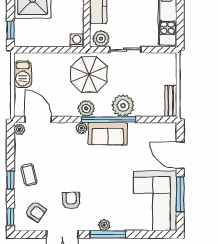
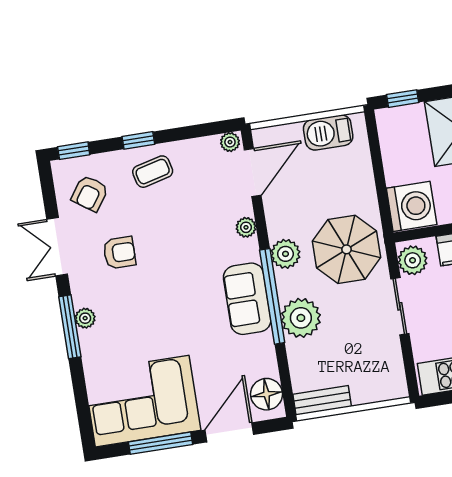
washing machine: (77, 40) -> (412, 206), width x1.89, depth x1.89
plant: (81, 128) -> (246, 227), moved
floor lamp: (162, 131) -> (267, 394), added

